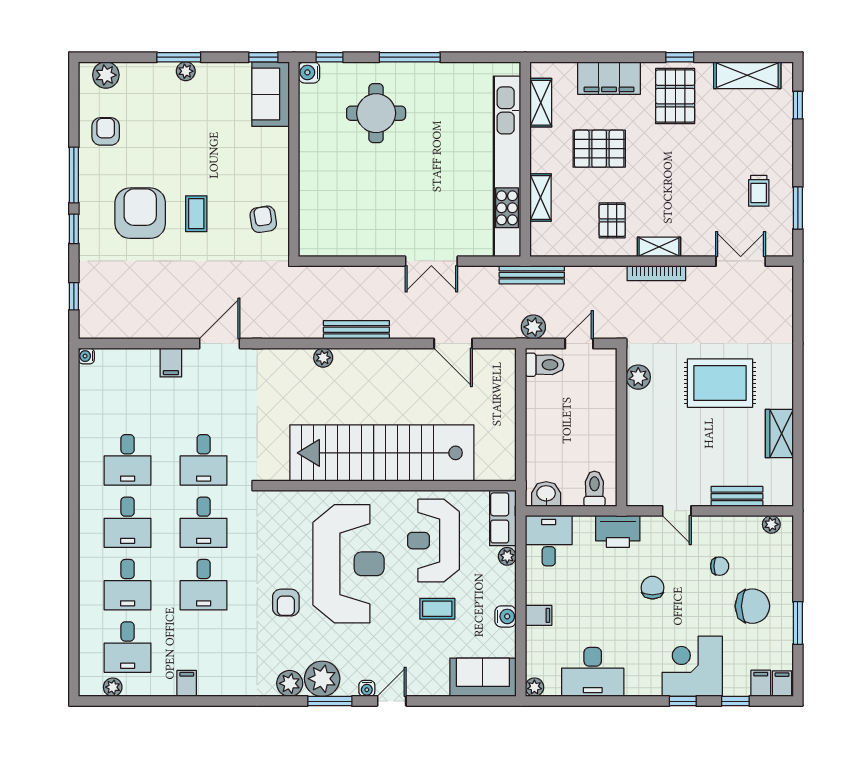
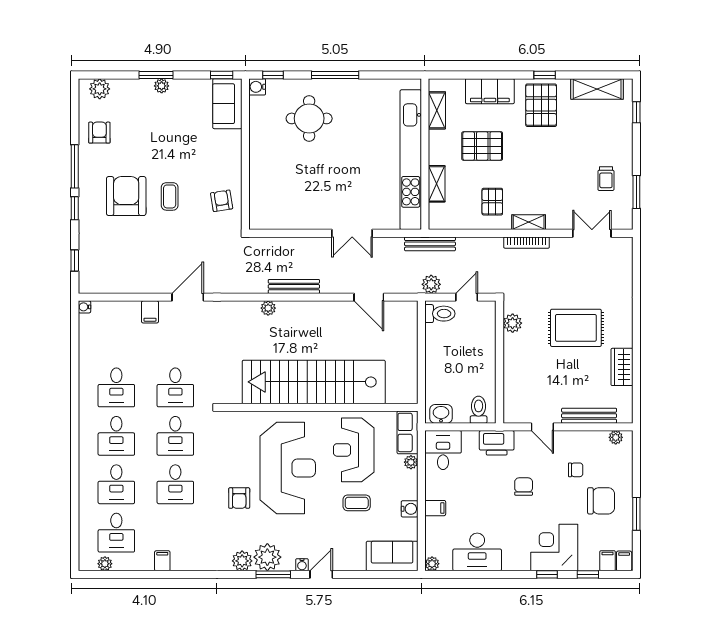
bench: (737, 496) -> (589, 416), width x1.36

